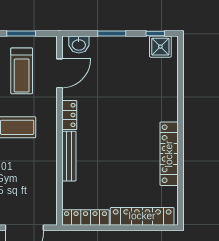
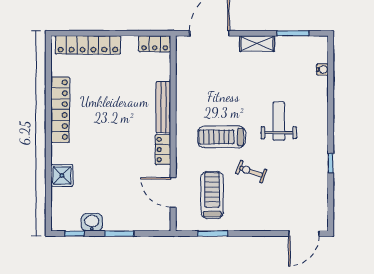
washbasin: (79, 44) -> (92, 222), moved
shower: (160, 47) -> (62, 175), moved
door: (59, 73) -> (173, 192), hinge flipped
locker: (85, 218) -> (155, 44), width x0.66

